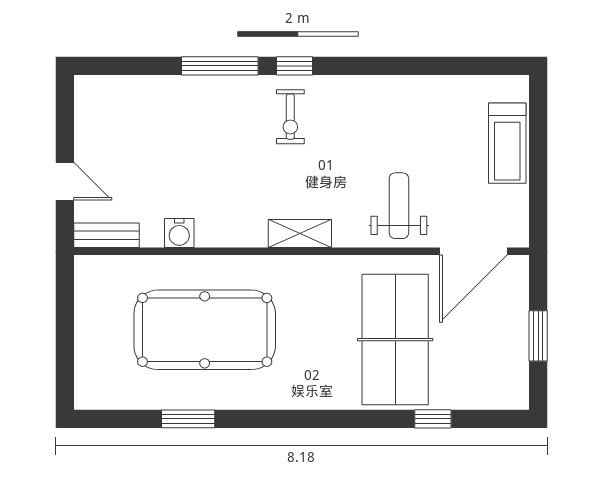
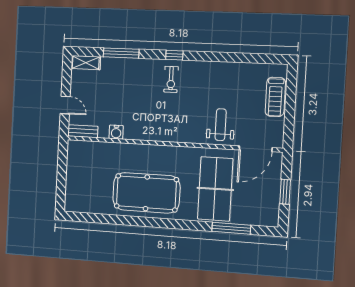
window: (220, 66) -> (121, 53), moved
shelving: (300, 234) -> (86, 63), moved
pool table: (205, 330) -> (146, 193), moved
window: (188, 419) -> (116, 220), removed
window: (433, 419) -> (231, 228), width x2.17

